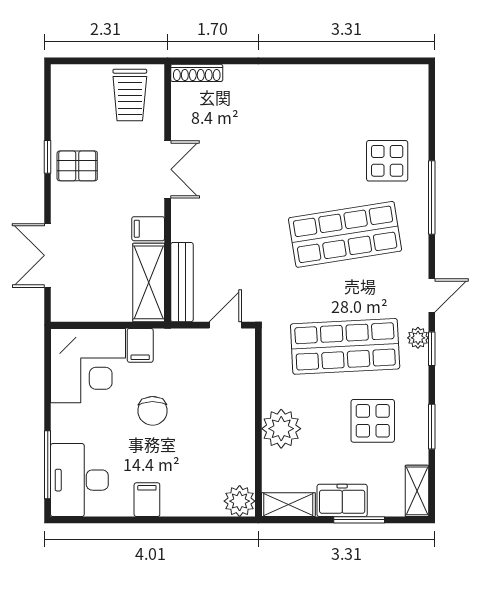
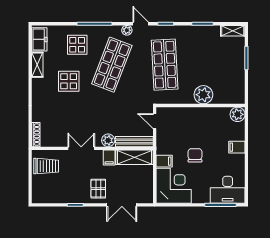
pallet: (77, 166) -> (98, 189), moved
plant: (184, 227) -> (108, 140), added
shop shelf: (345, 234) -> (112, 65), turned 30
plant: (418, 338) -> (127, 30), moved
chair: (152, 411) -> (195, 155), turned -89
display table: (373, 421) -> (69, 81), moved
filing cabinet: (147, 500) -> (237, 147), moved
freezer: (342, 500) -> (39, 39), moved, turned 180
shelving: (288, 505) -> (37, 65), moved

